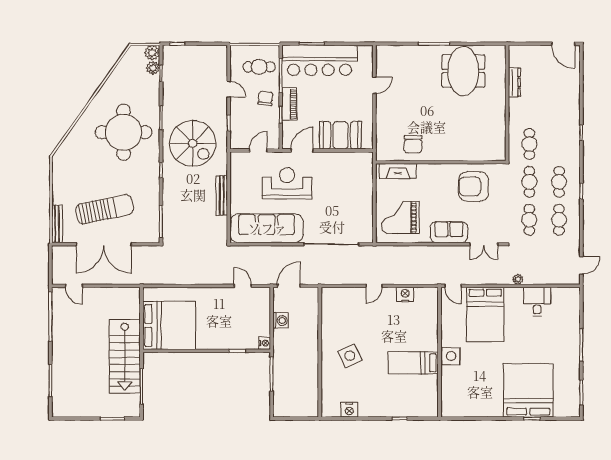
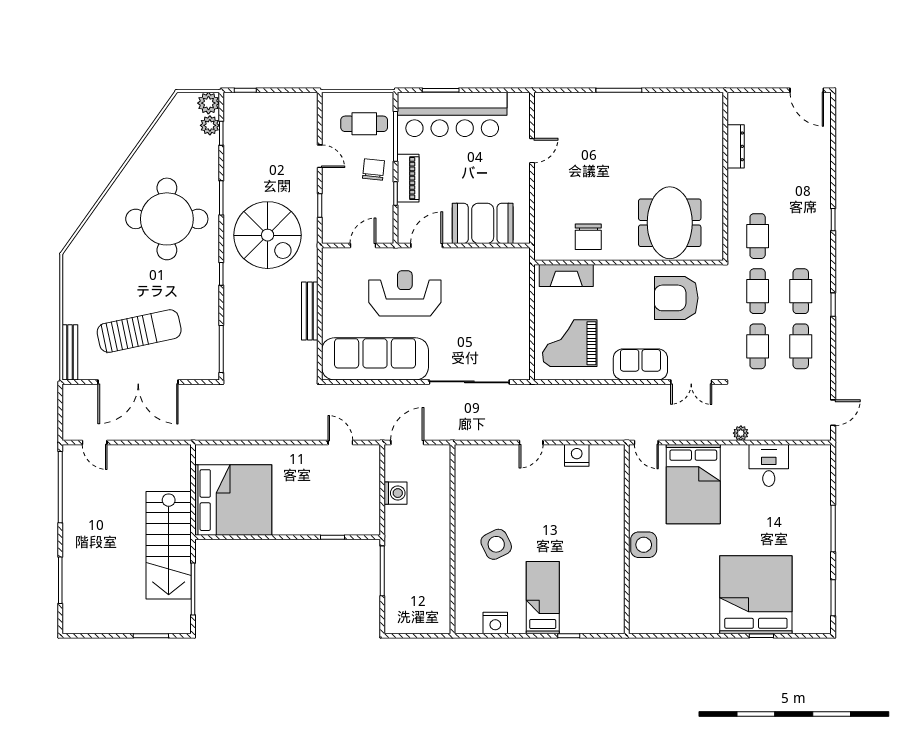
meeting table: (463, 71) -> (670, 223), moved
nightstand: (265, 343) -> (372, 526), removed
bed: (413, 363) -> (543, 598), moved, turned 90

